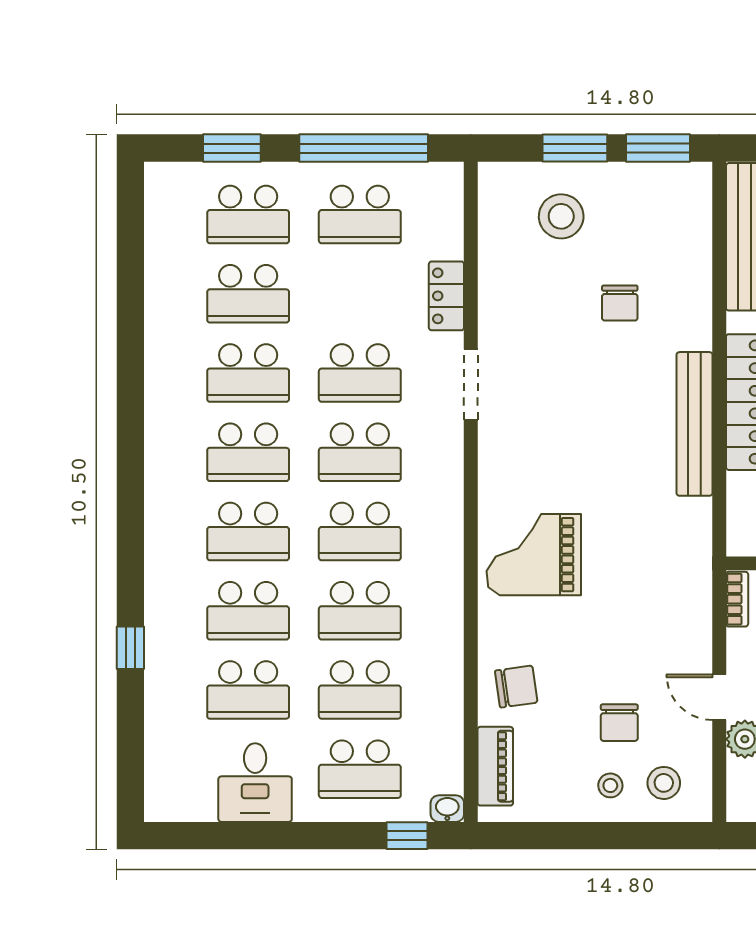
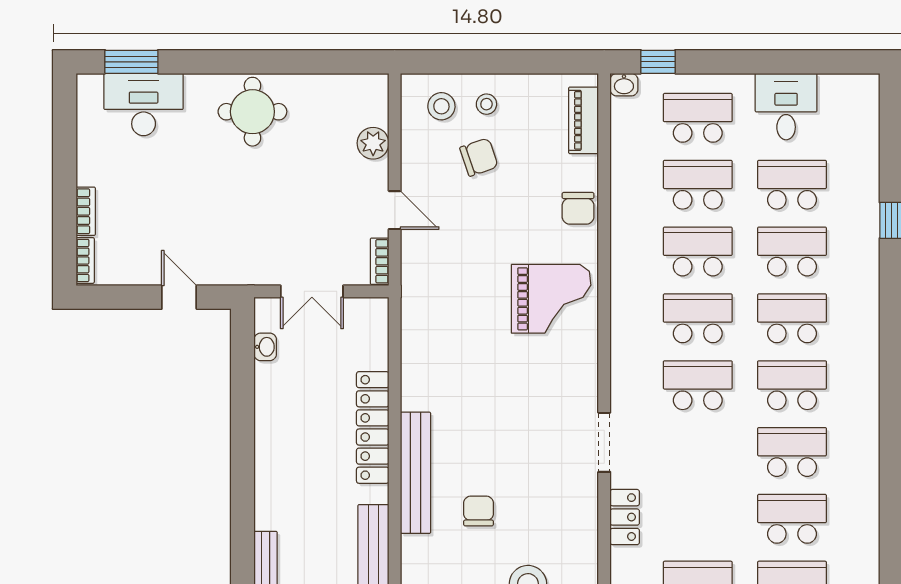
school desk: (360, 373) -> (698, 452), removed
bench: (695, 424) -> (415, 473), moved
chair: (516, 687) -> (578, 208), moved, turned -82
door: (719, 697) -> (395, 210), moved
chair: (619, 723) -> (479, 157), turned 71

